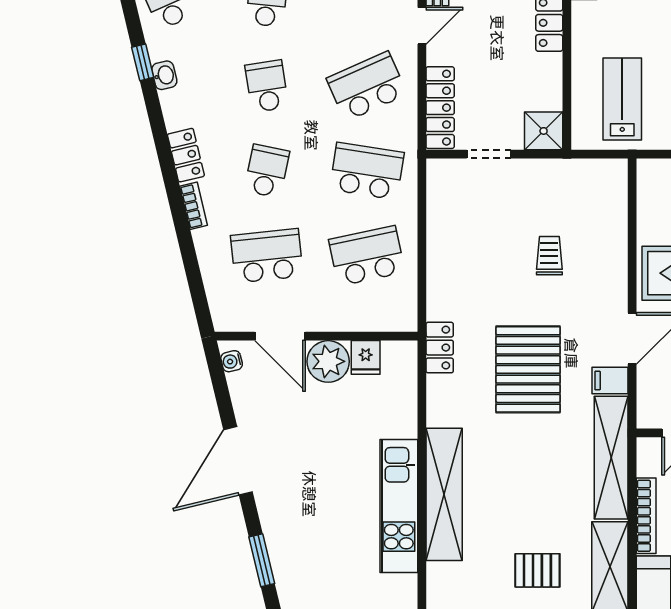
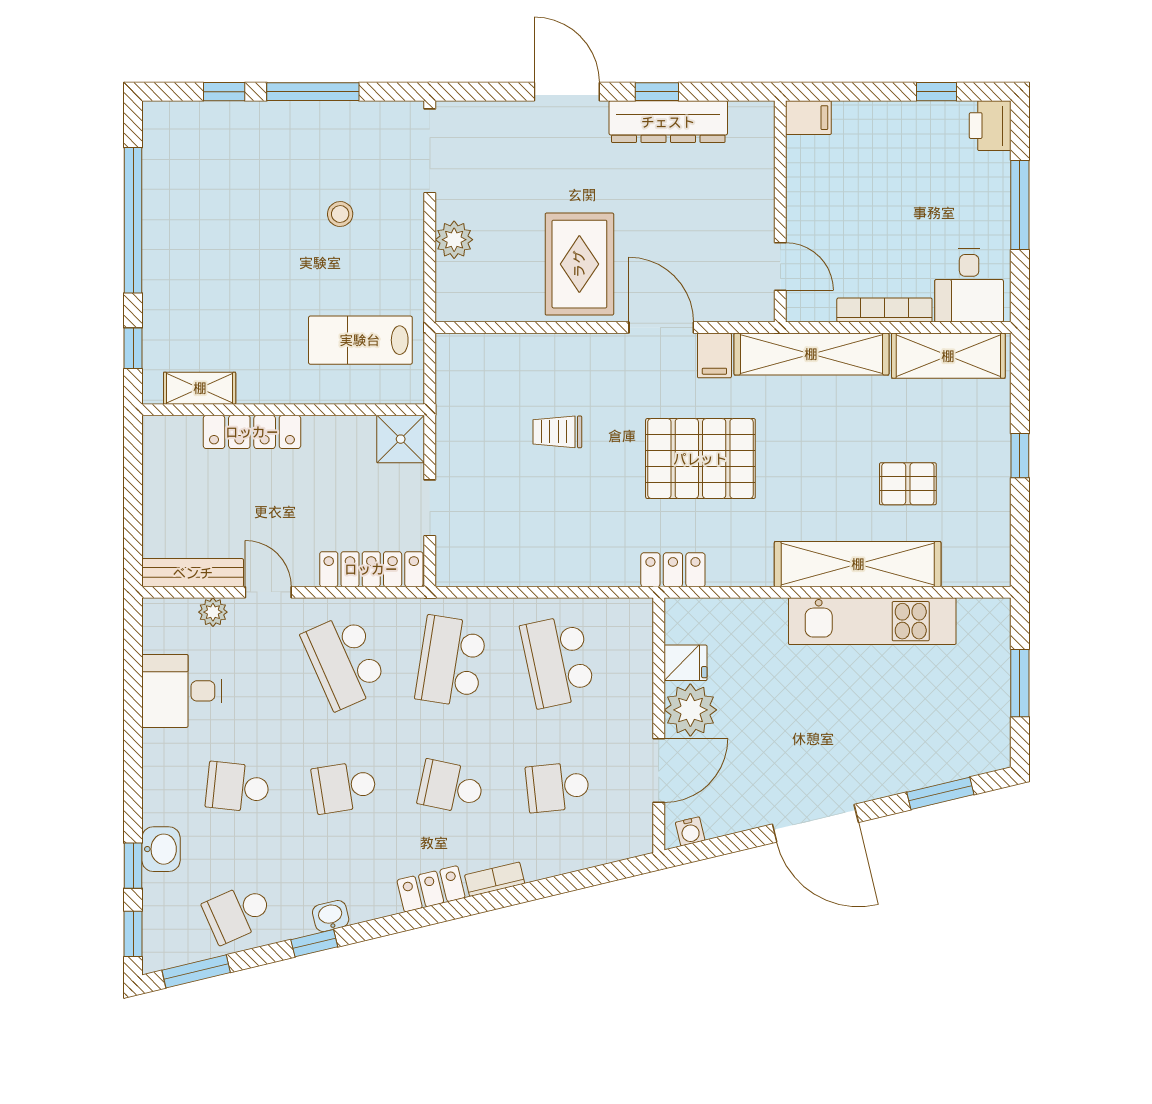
school desk: (267, 256) -> (558, 787), width x0.54
pallet: (537, 570) -> (908, 484), moved, turned 90

